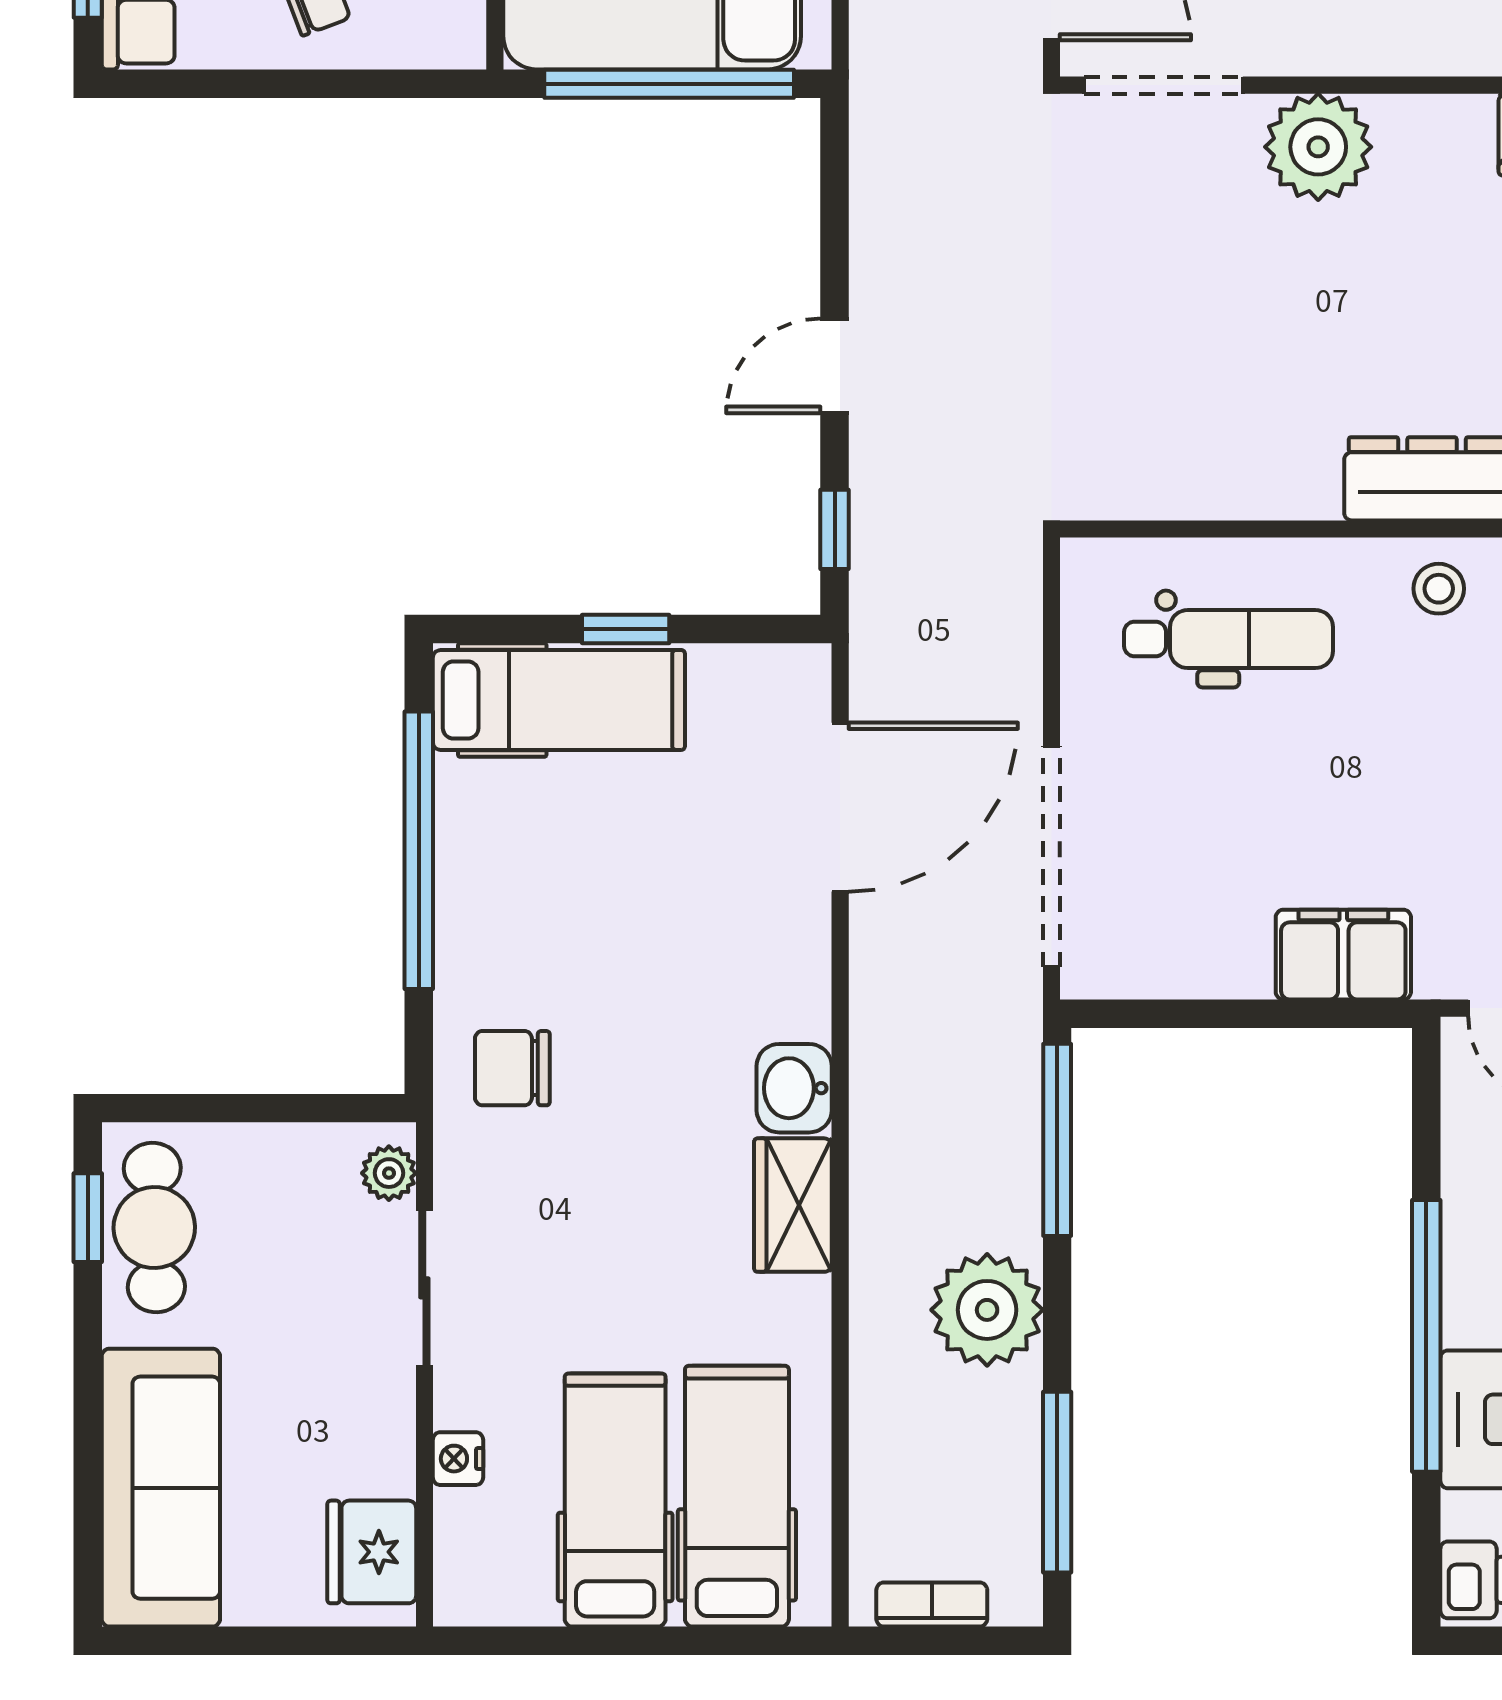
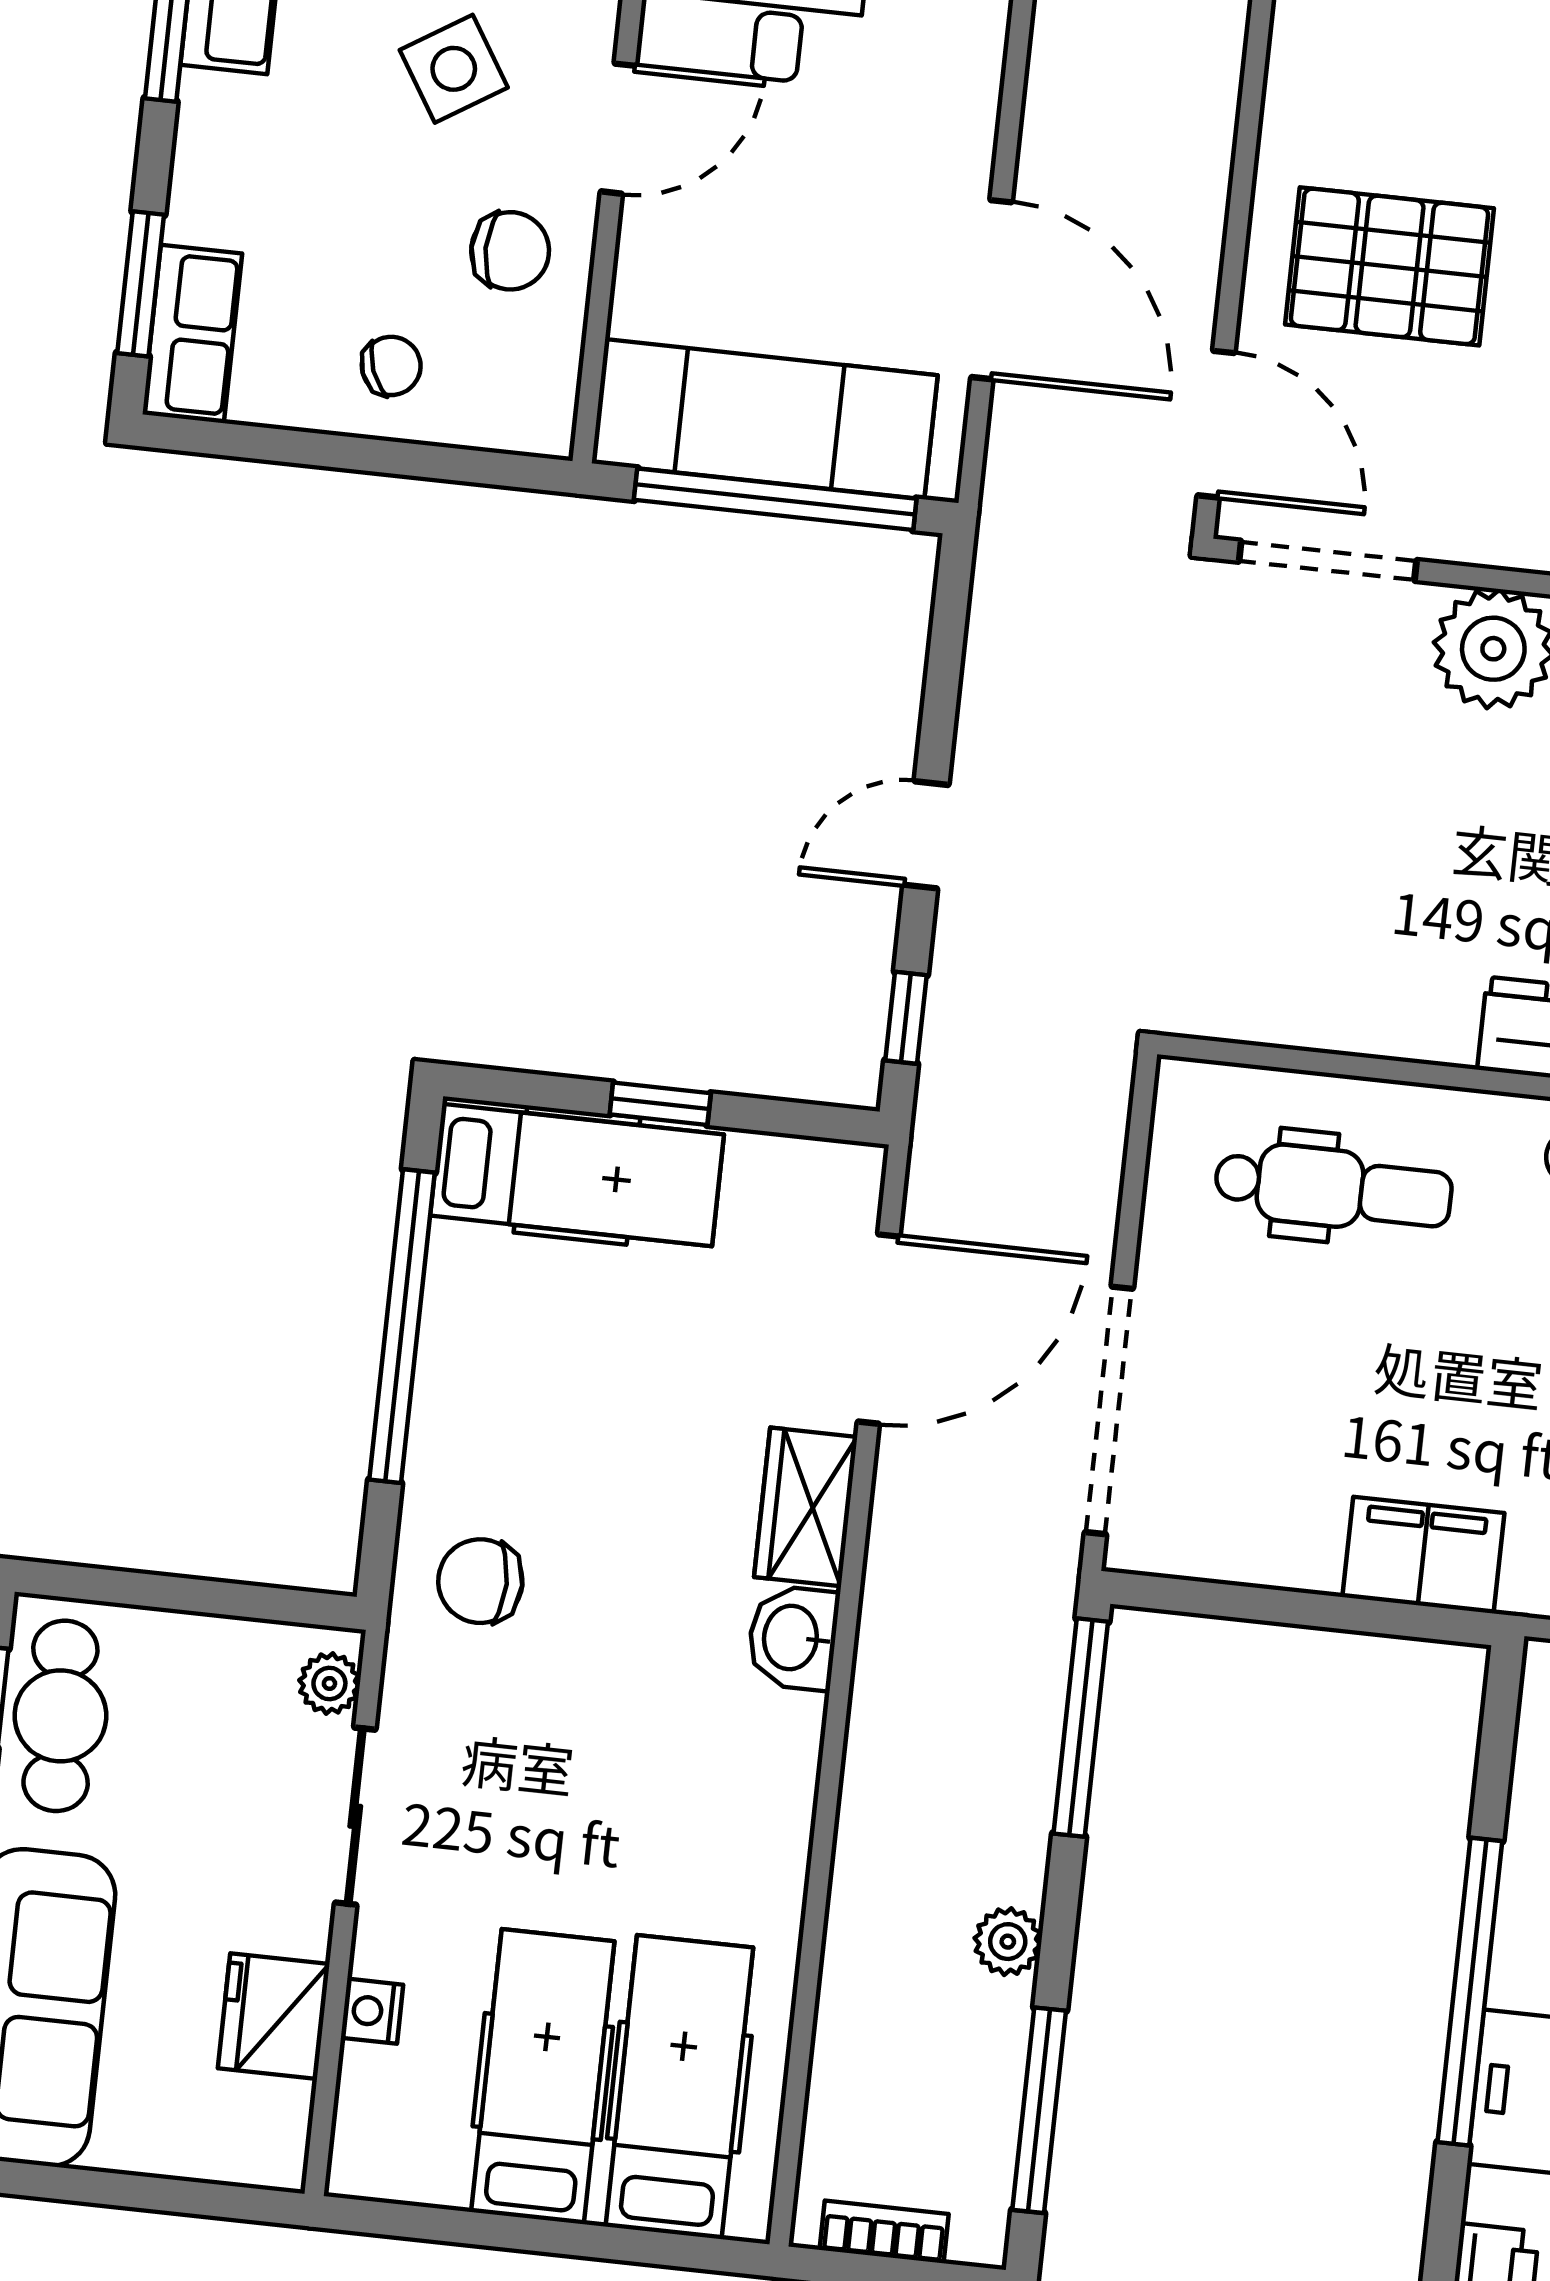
wardrobe: (793, 1205) -> (806, 1507), moved
plant: (987, 1310) -> (1008, 1942), width x0.53, depth x0.53
fridge: (372, 1552) -> (274, 2016), moved

